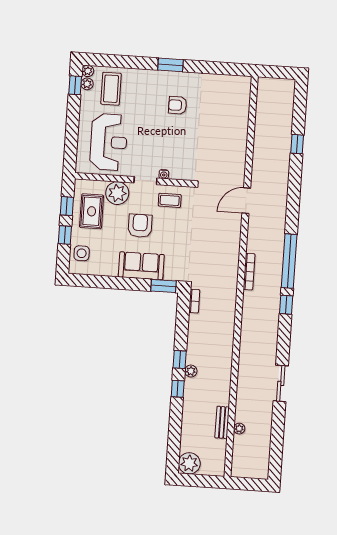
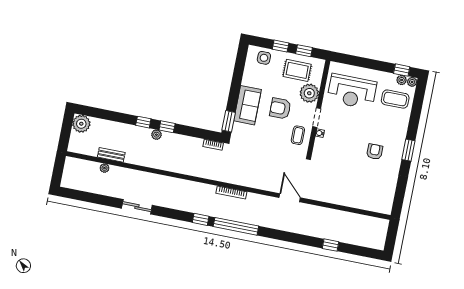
armchair: (140, 226) -> (280, 108), turned 180

